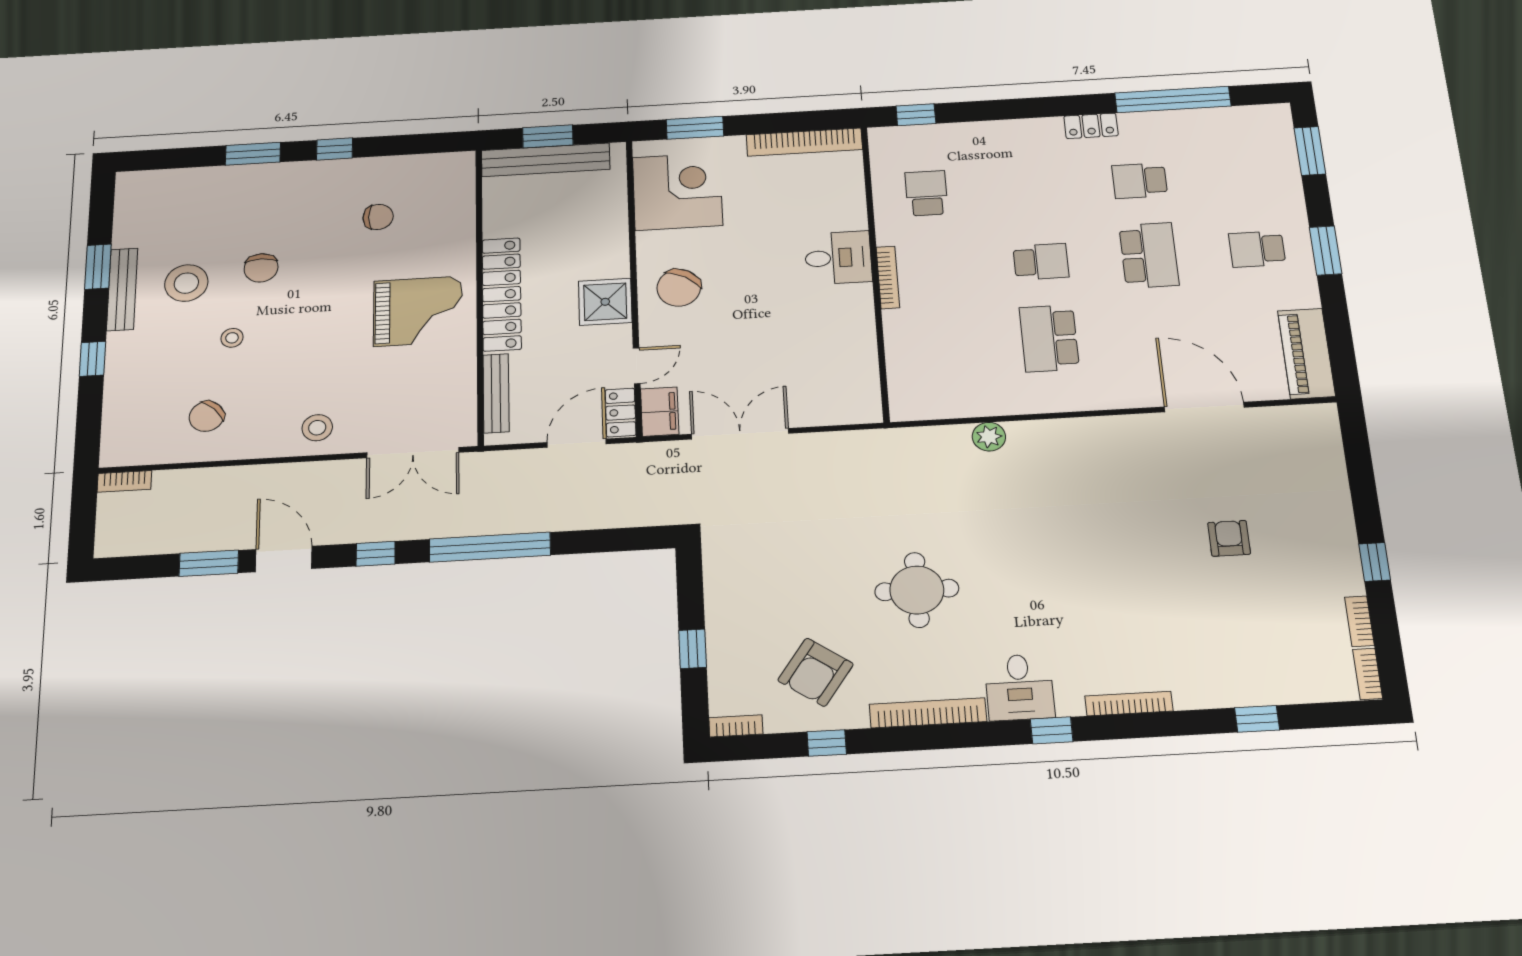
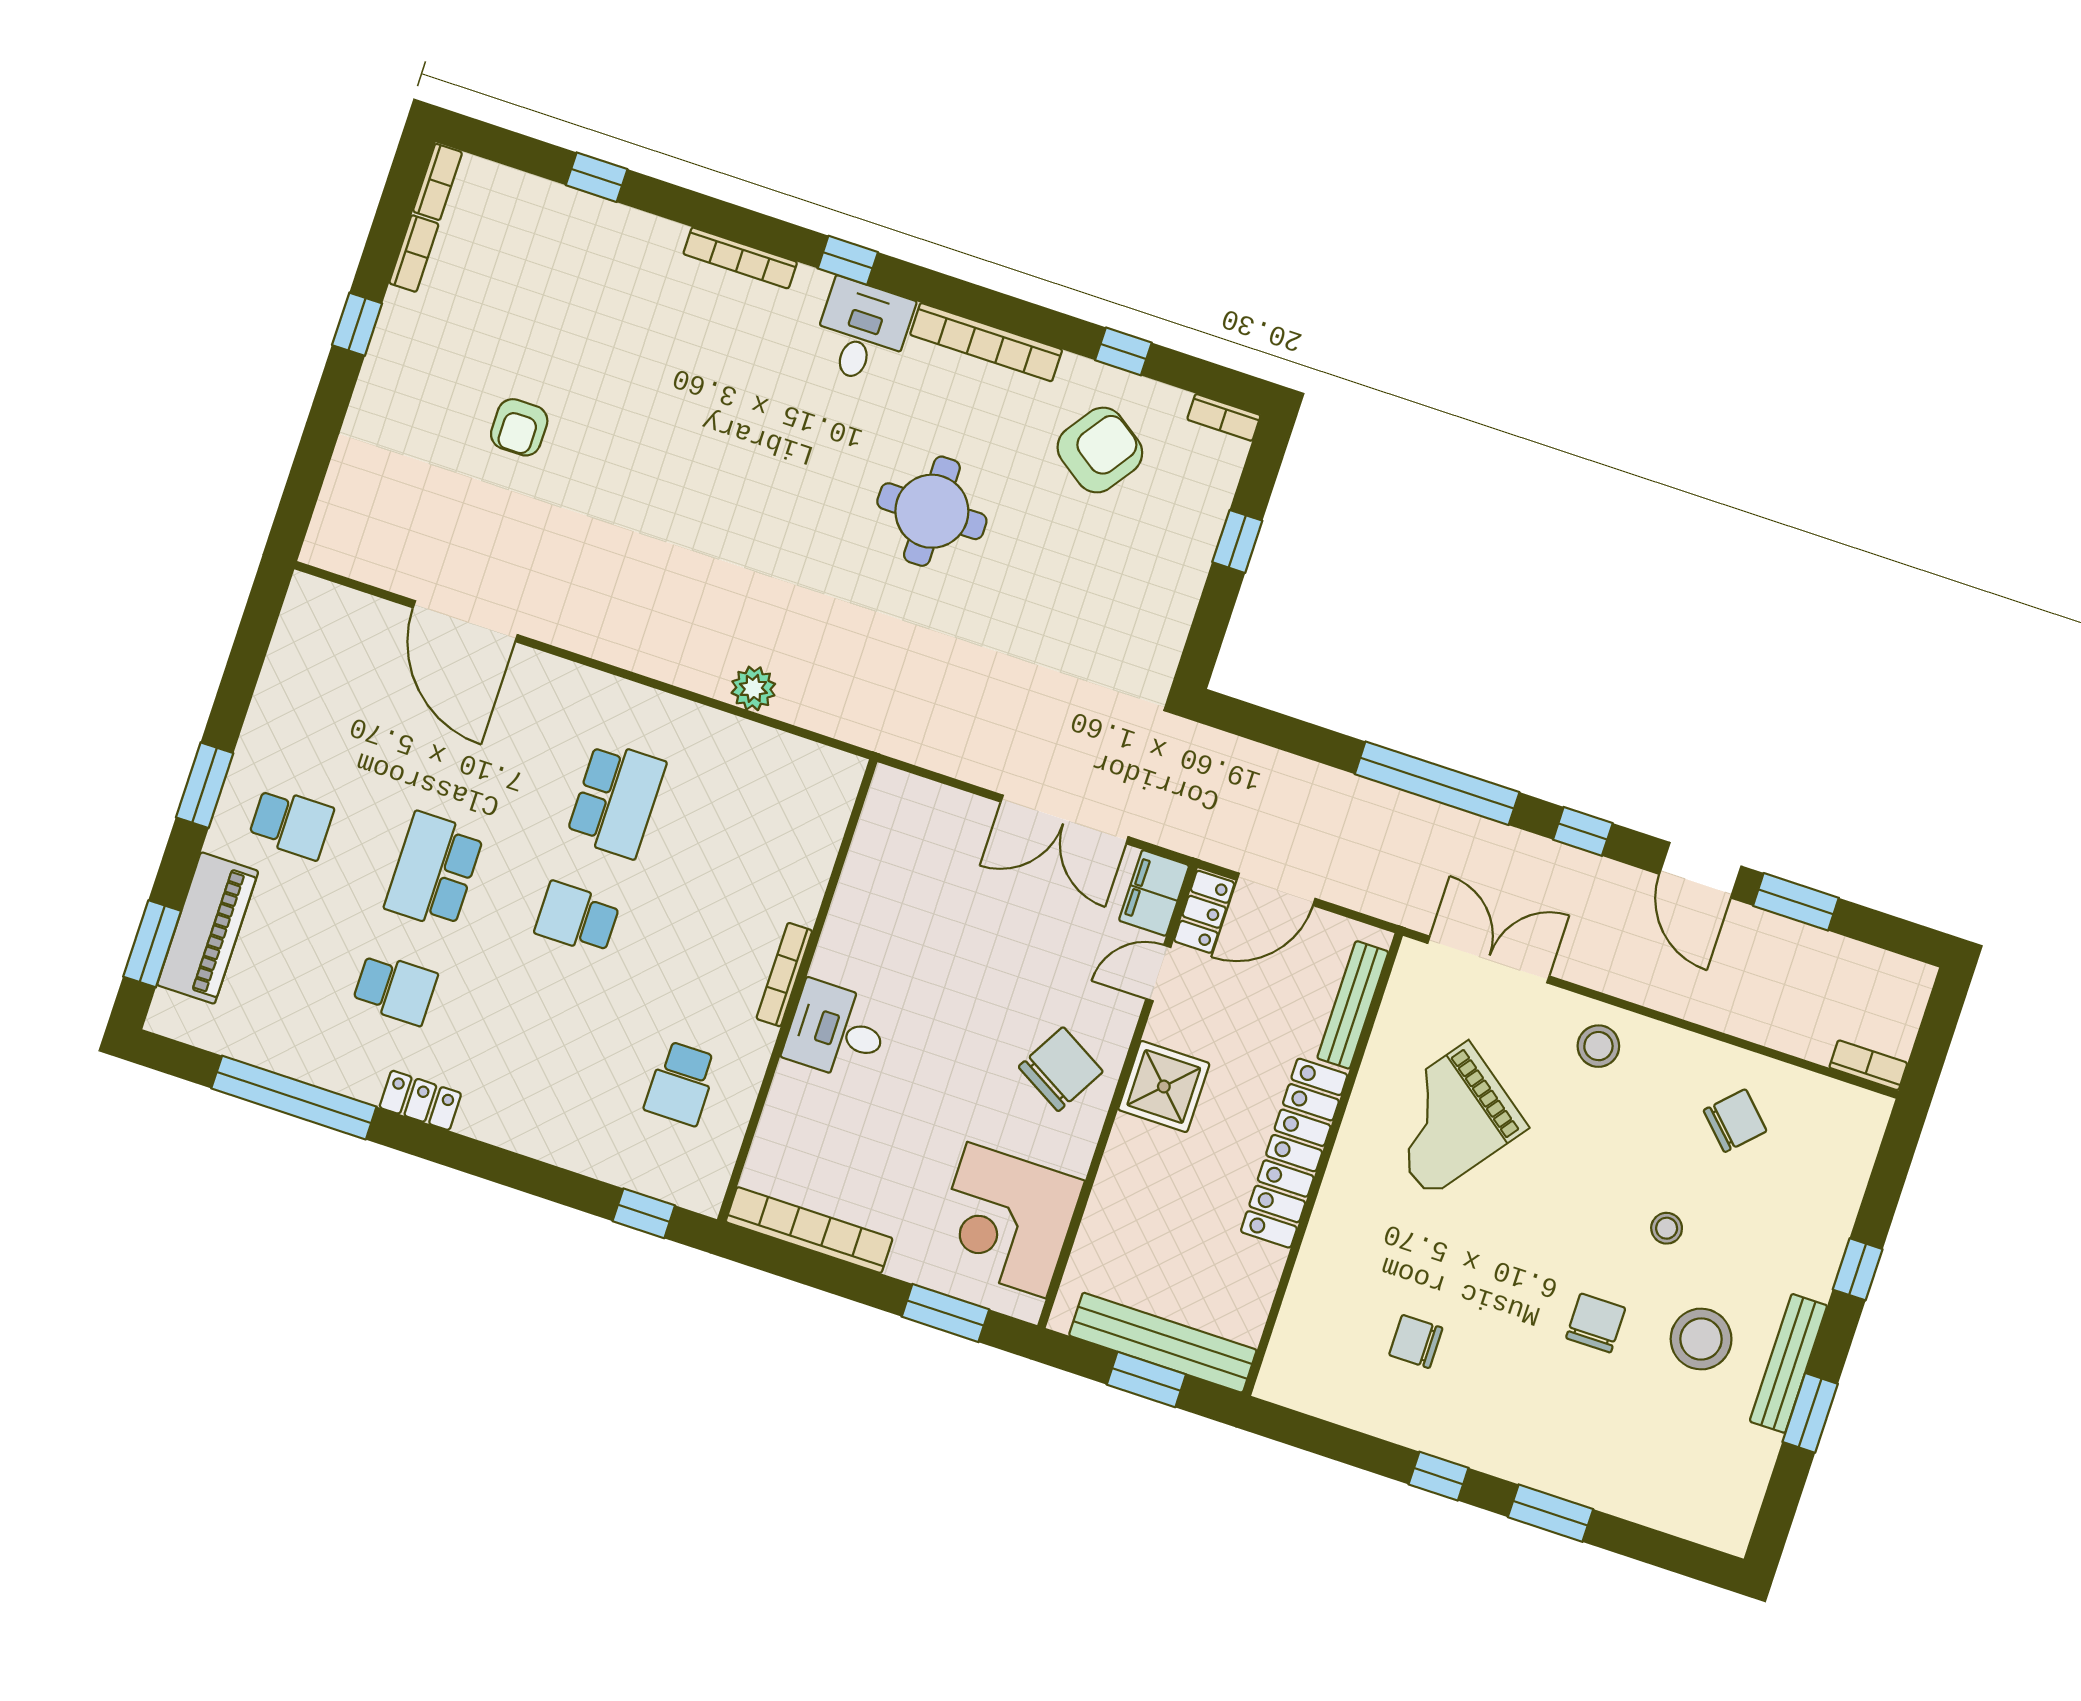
grand piano: (418, 311) -> (1448, 1119), moved, turned -53
piano: (1306, 353) -> (208, 928), moved

